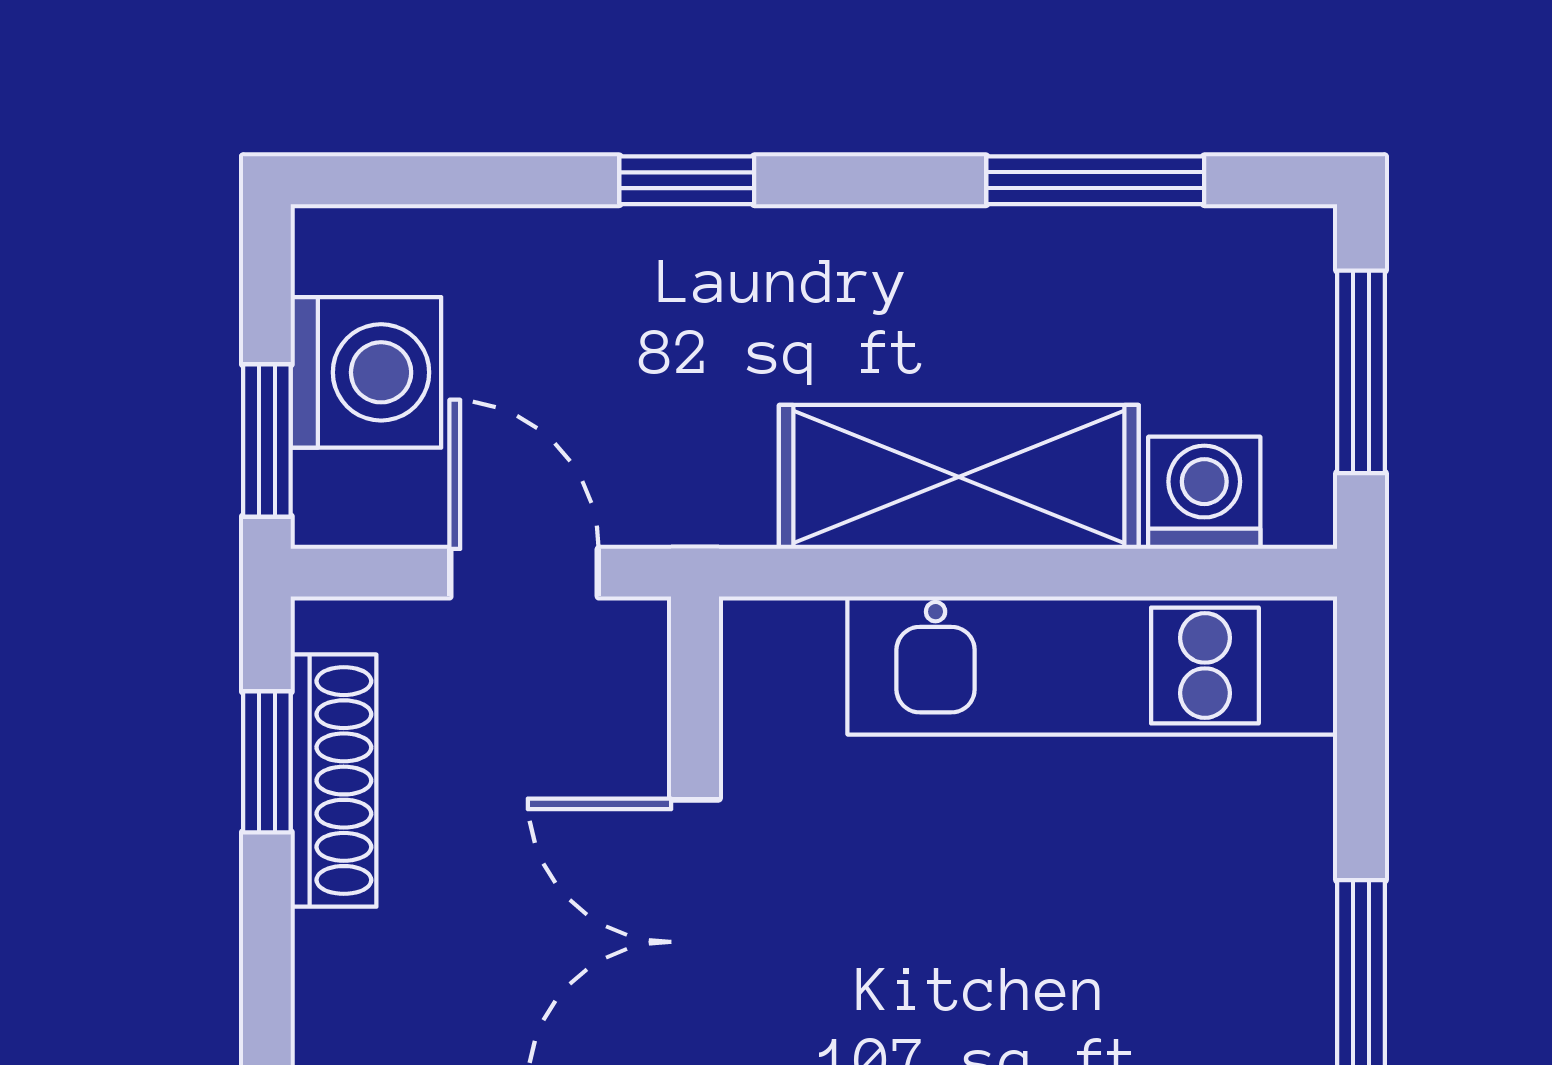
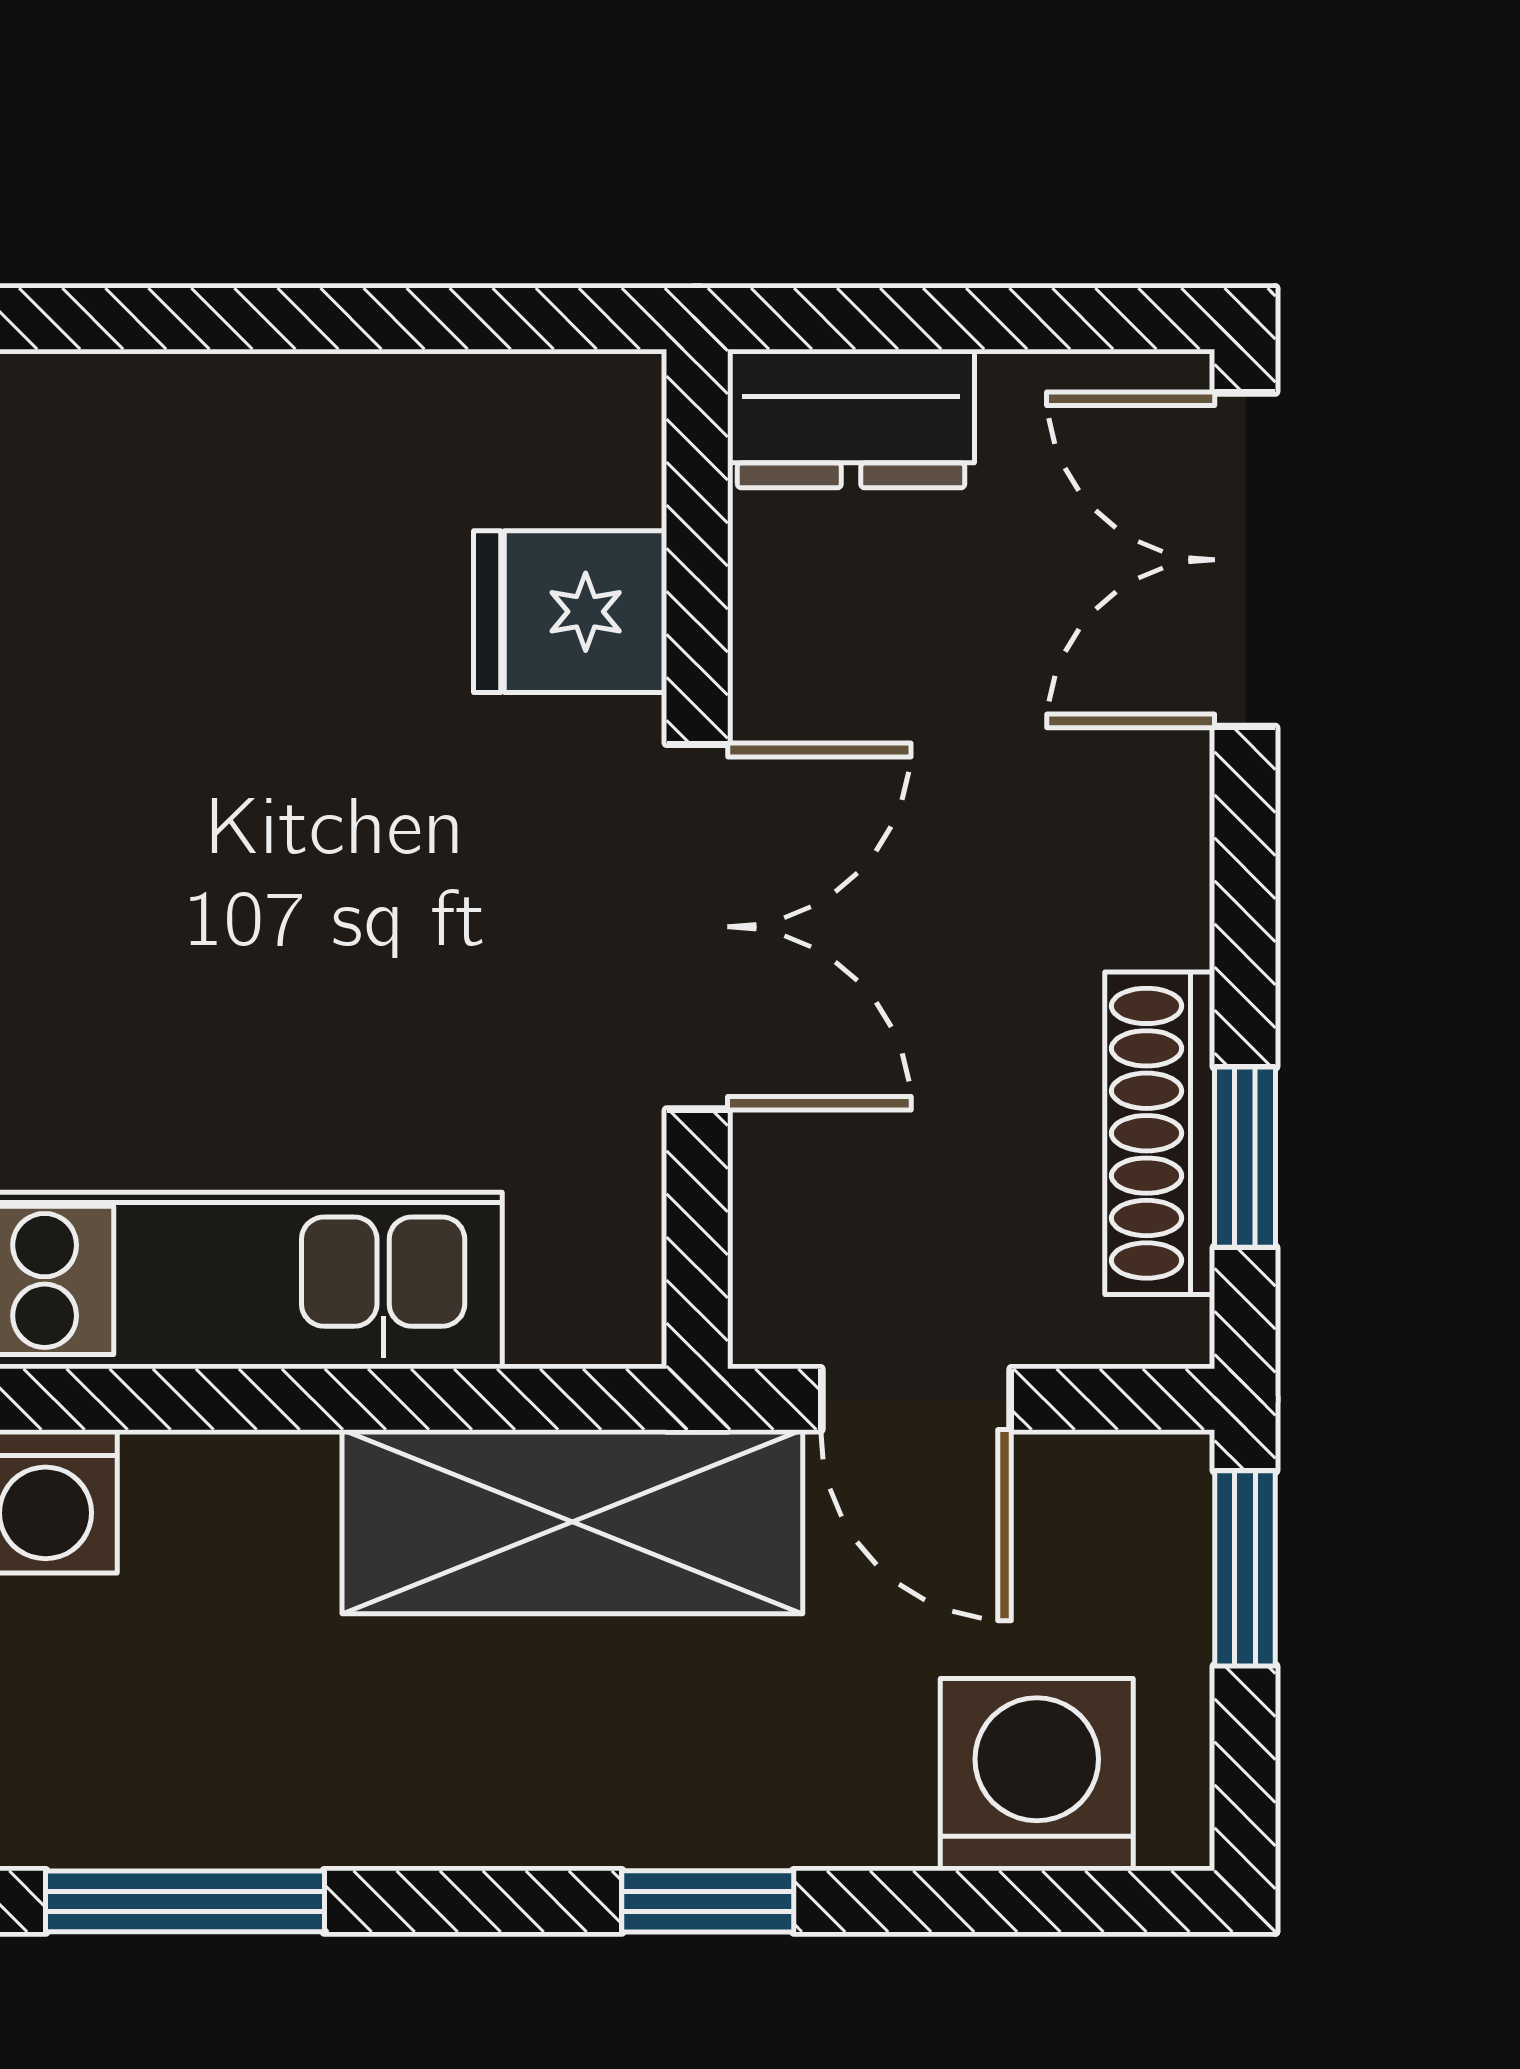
washing machine: (366, 372) -> (1037, 1775), moved, turned 90
shelving: (959, 477) -> (572, 1522), moved

